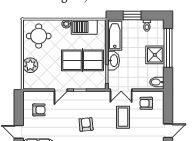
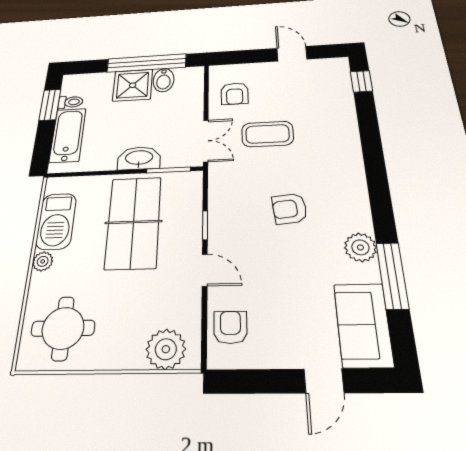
window: (132, 15) -> (50, 105), moved
bathtub: (115, 36) -> (68, 135), moved, turned 90
window: (168, 48) -> (147, 63), moved
plant: (30, 65) -> (166, 349), moved
bidet: (157, 82) -> (164, 80), moved
armchair: (39, 110) -> (230, 327), moved

